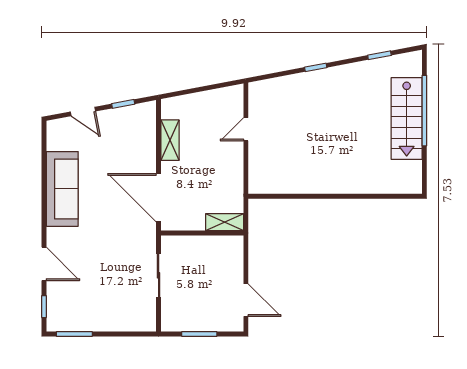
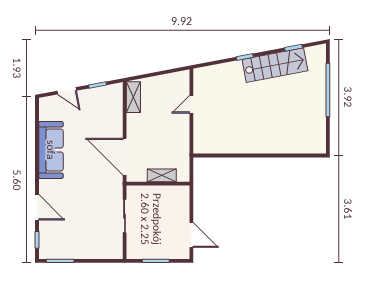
stairs: (407, 119) -> (275, 65), moved, turned -101
shelving: (170, 140) -> (133, 97), moved
shelving: (225, 222) -> (162, 175), moved

